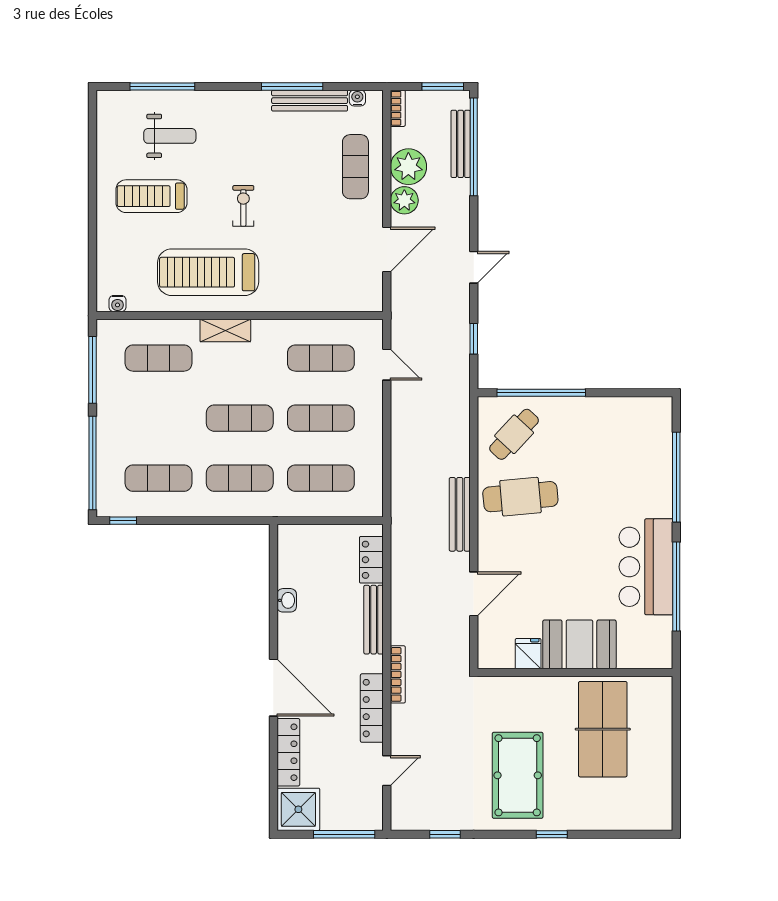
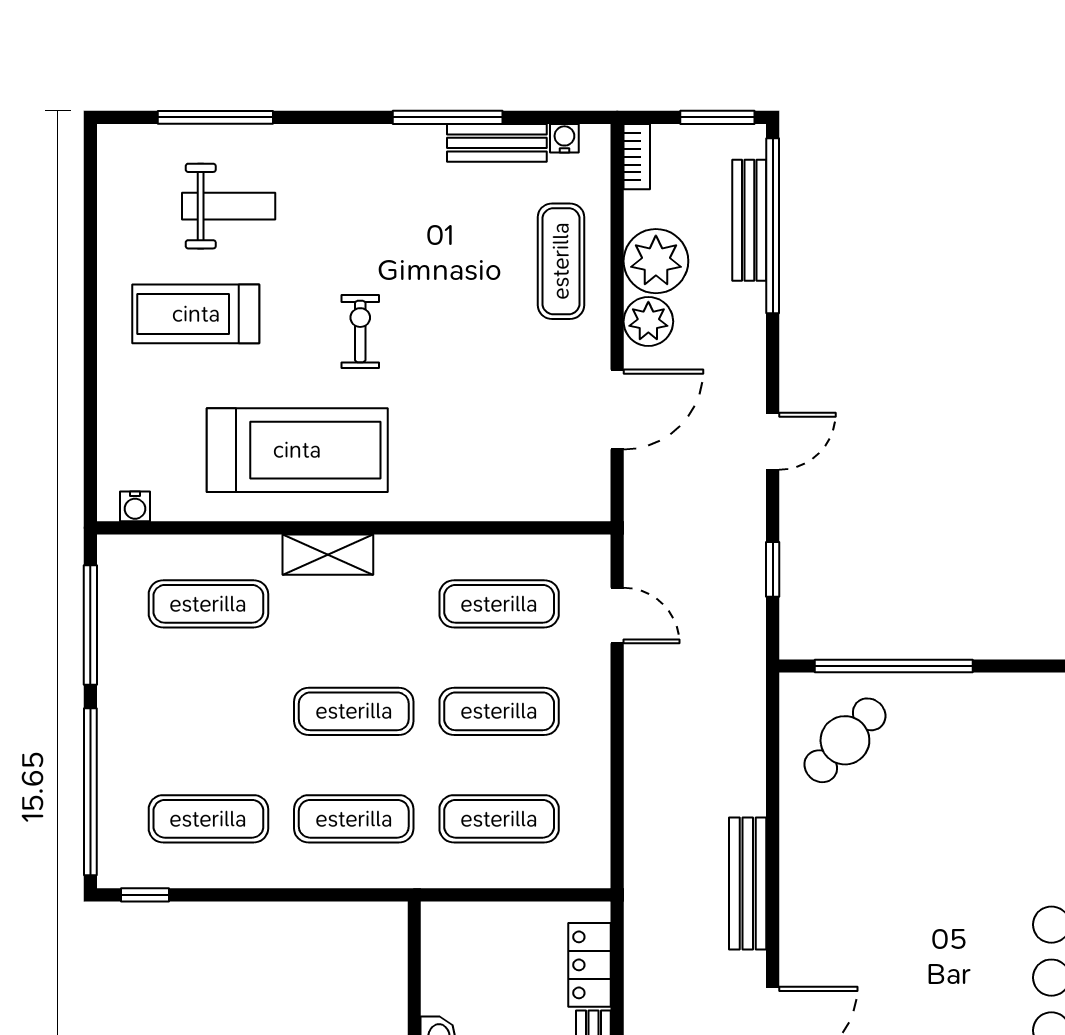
bench: (310, 101) -> (497, 143), width x0.73
treadmill: (208, 272) -> (297, 450), turned 180
cafe table: (520, 497) -> (856, 852), removed

